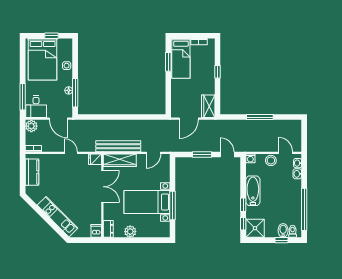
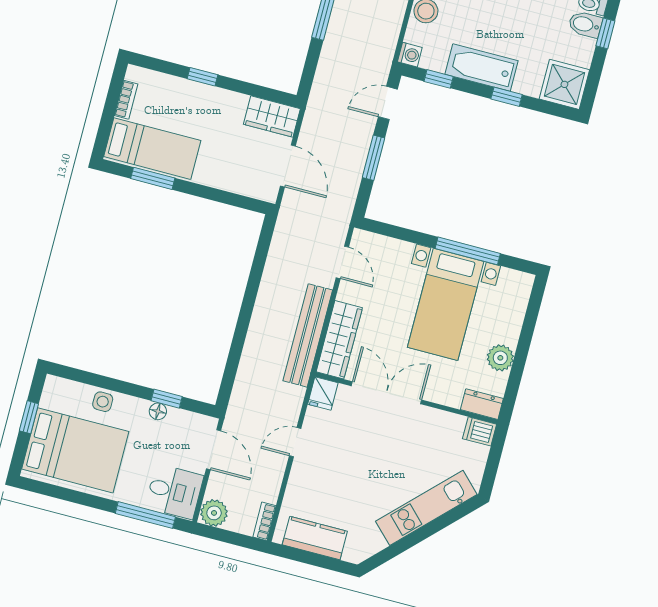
window: (75, 93) -> (167, 399), width x0.46
door: (58, 119) -> (213, 450), hinge flipped
window: (243, 224) -> (439, 79), moved

